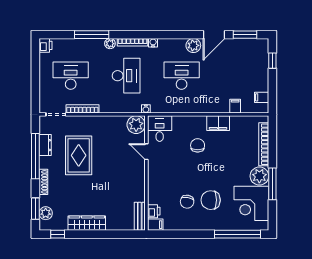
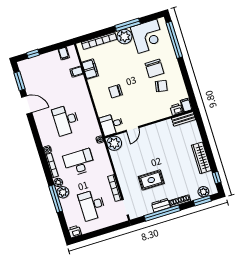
plant: (193, 45) -> (63, 192), moved
filing cabinet: (218, 123) -> (90, 69), moved
dresser: (45, 145) -> (161, 205), moved
rug: (79, 155) -> (151, 180), width x0.73, depth x0.70

